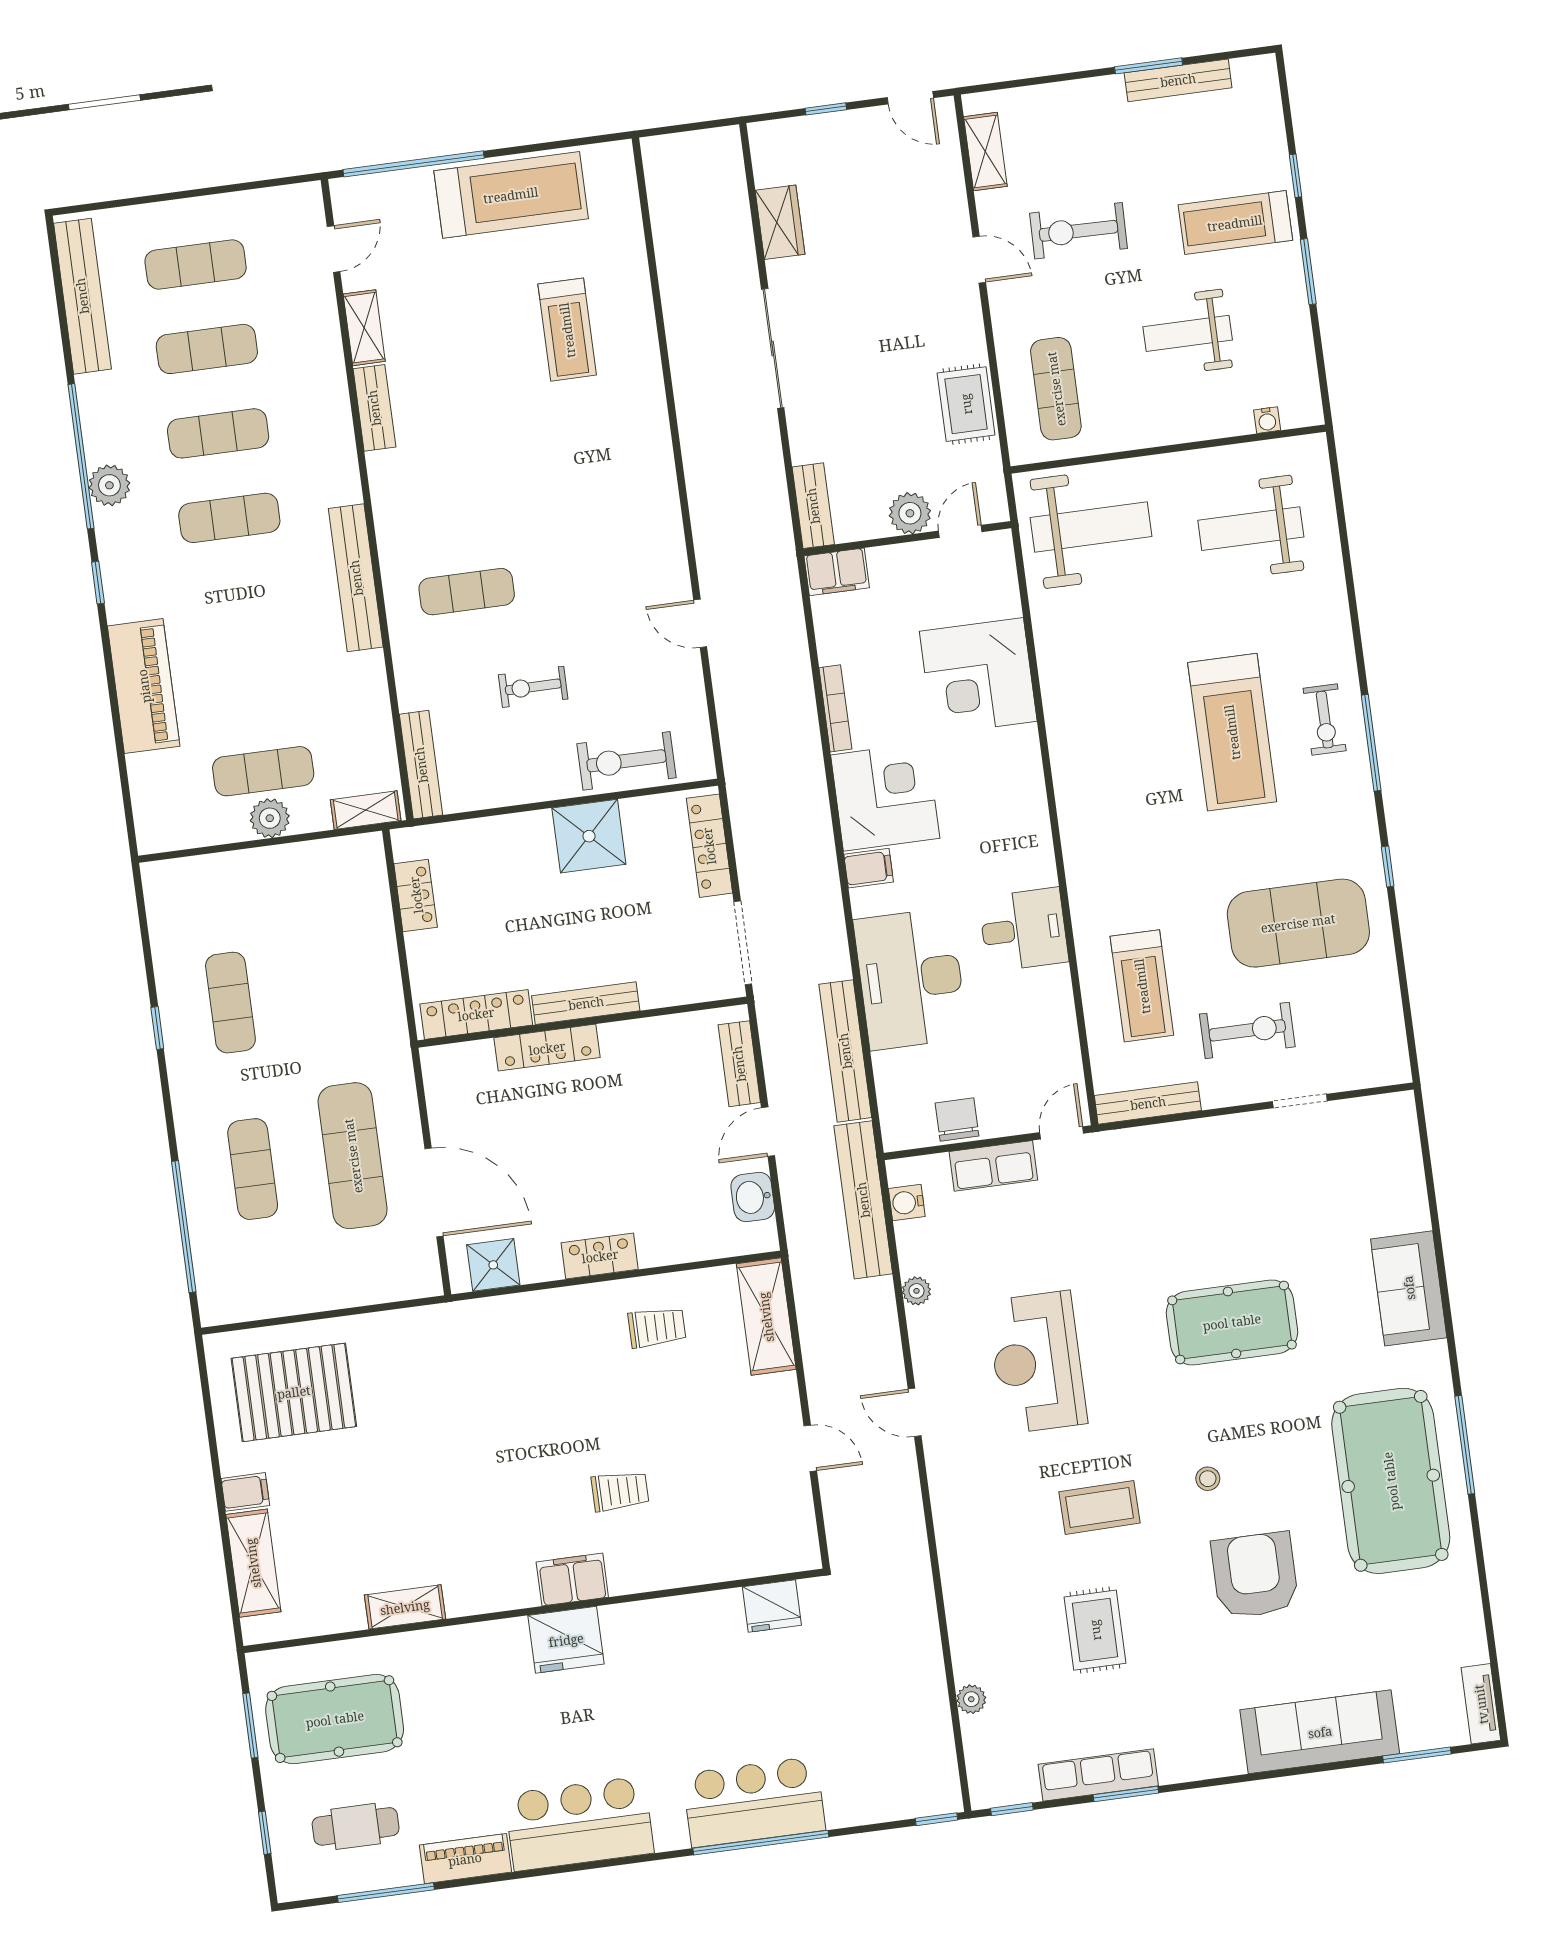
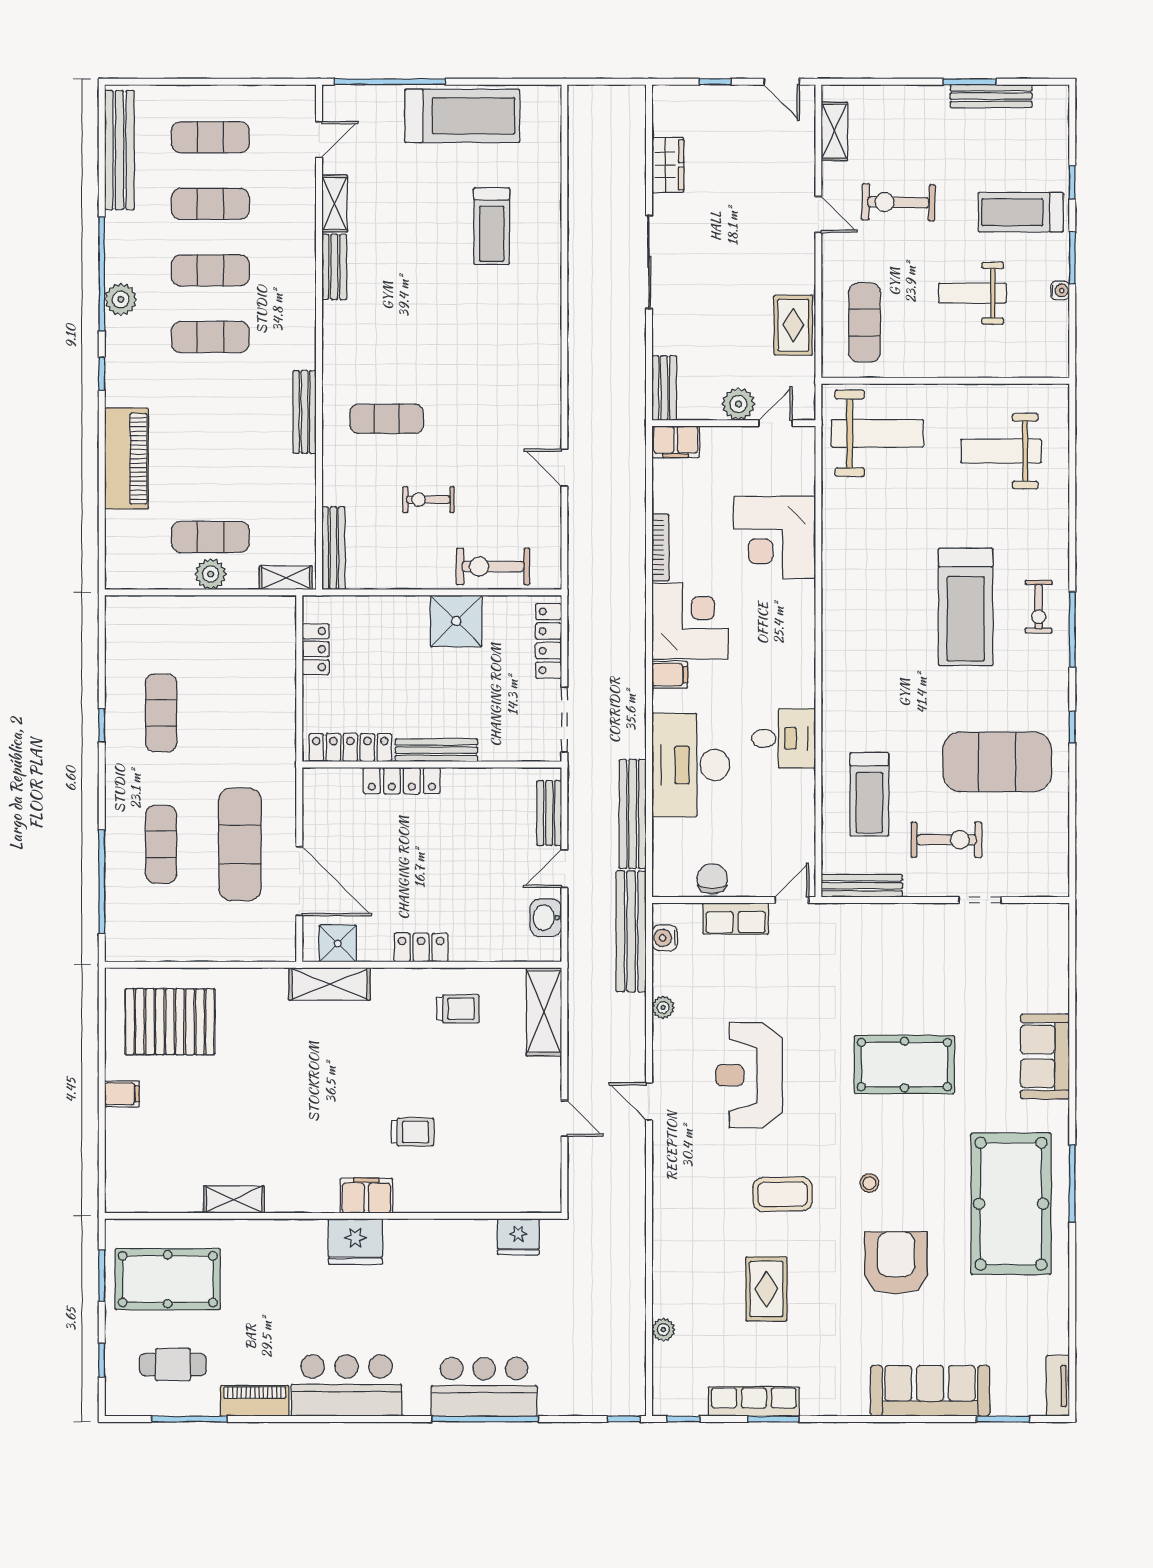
water cooler: (1267, 420) -> (1060, 290), moved, turned -90
bench: (356, 578) -> (305, 412), width x0.73, depth x0.82
shelving: (253, 1563) -> (330, 984), moved, turned 90

